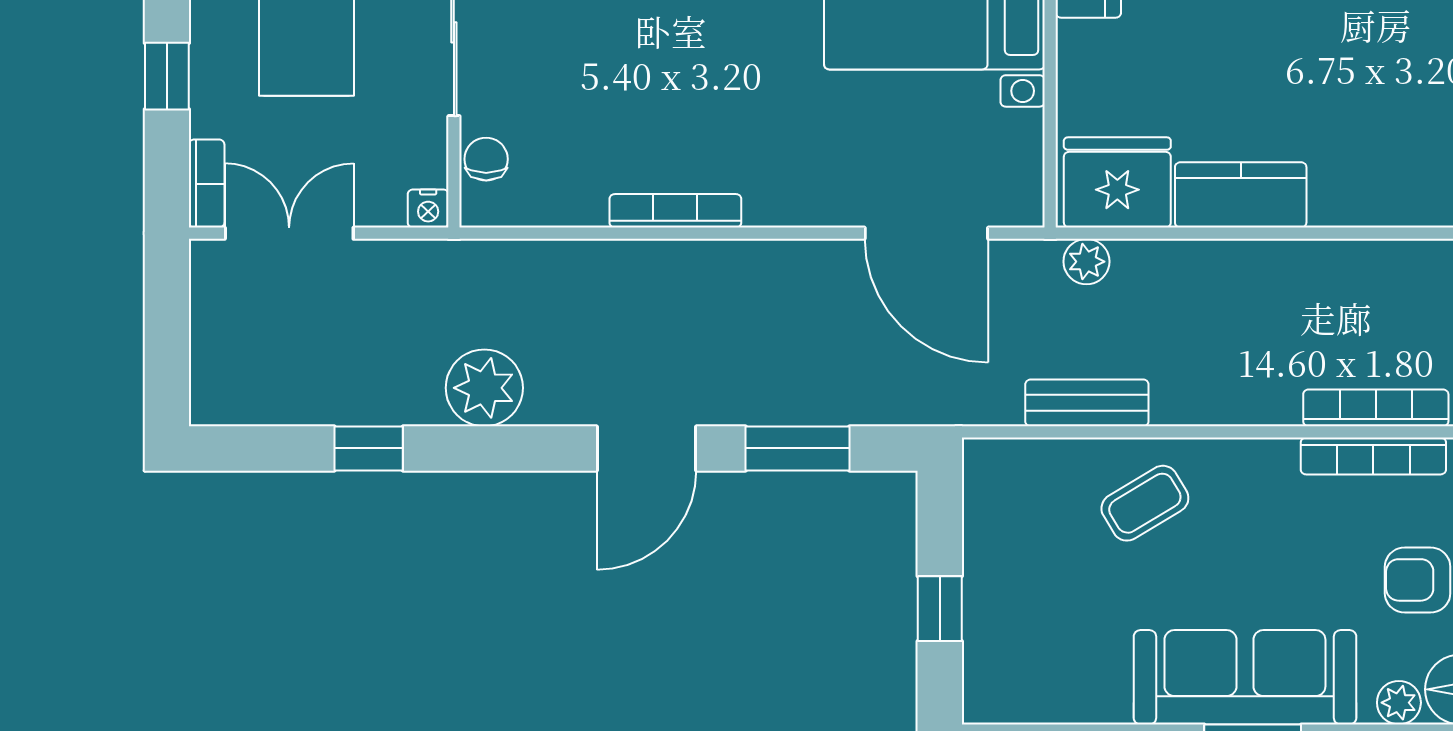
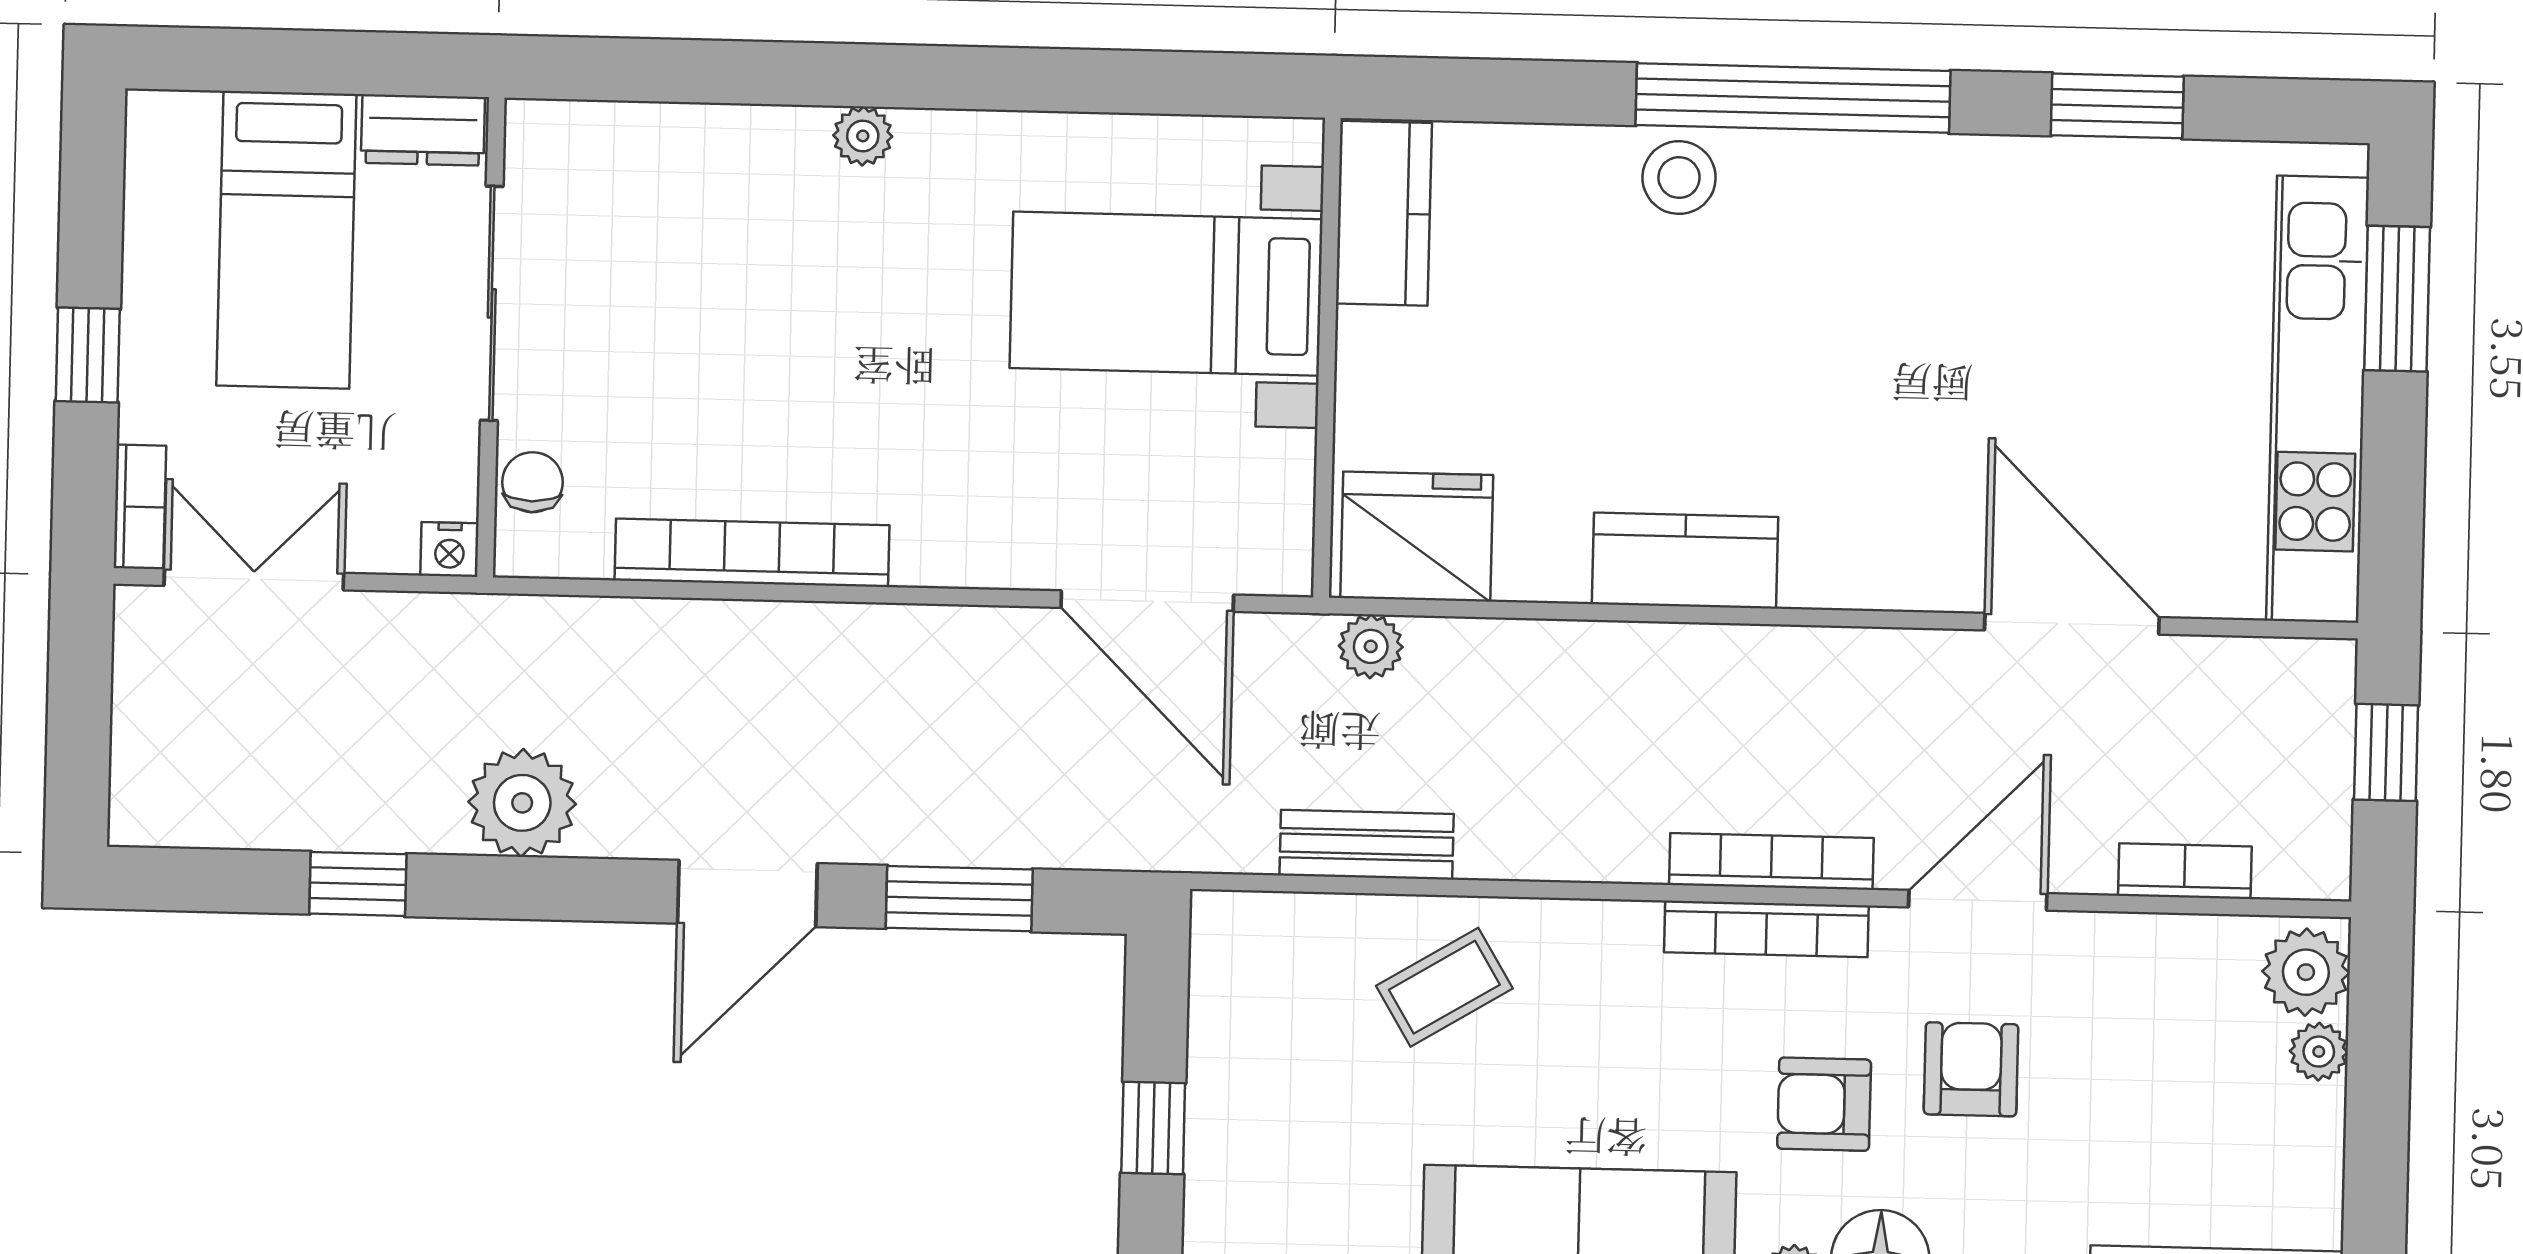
kitchen counter: (1241, 195) -> (1685, 561), moved
bookcase: (675, 211) -> (752, 553), width x1.48, depth x1.31

